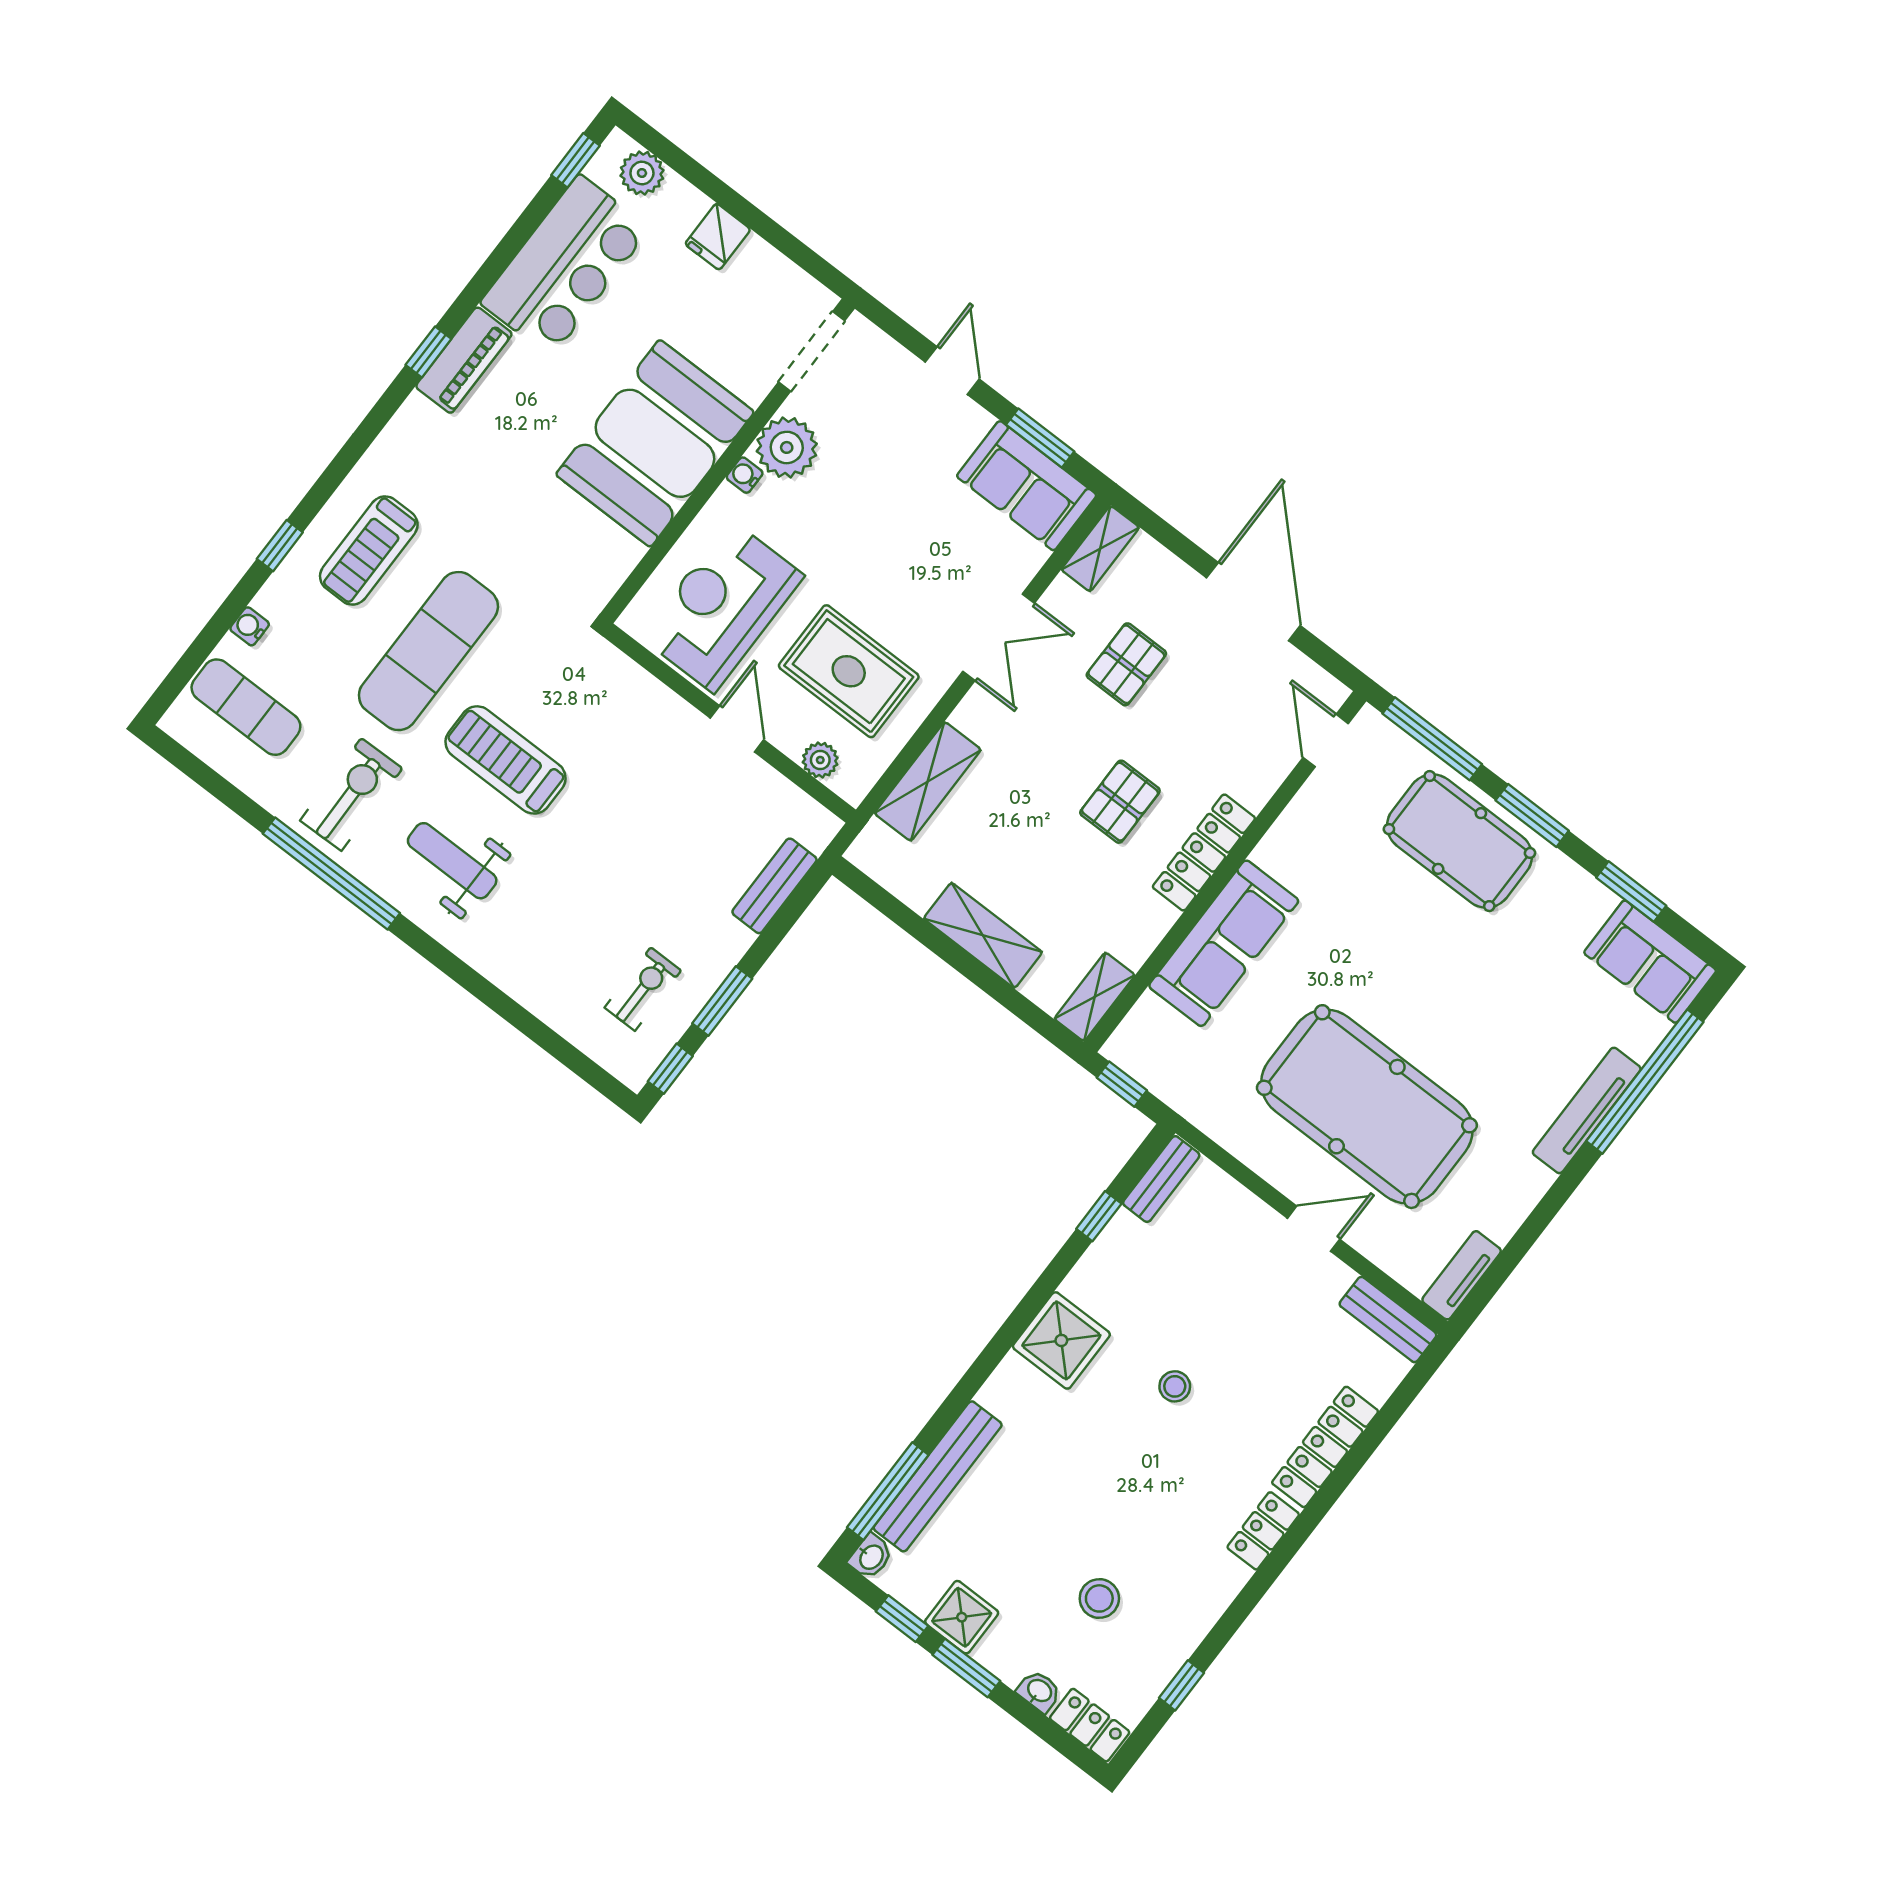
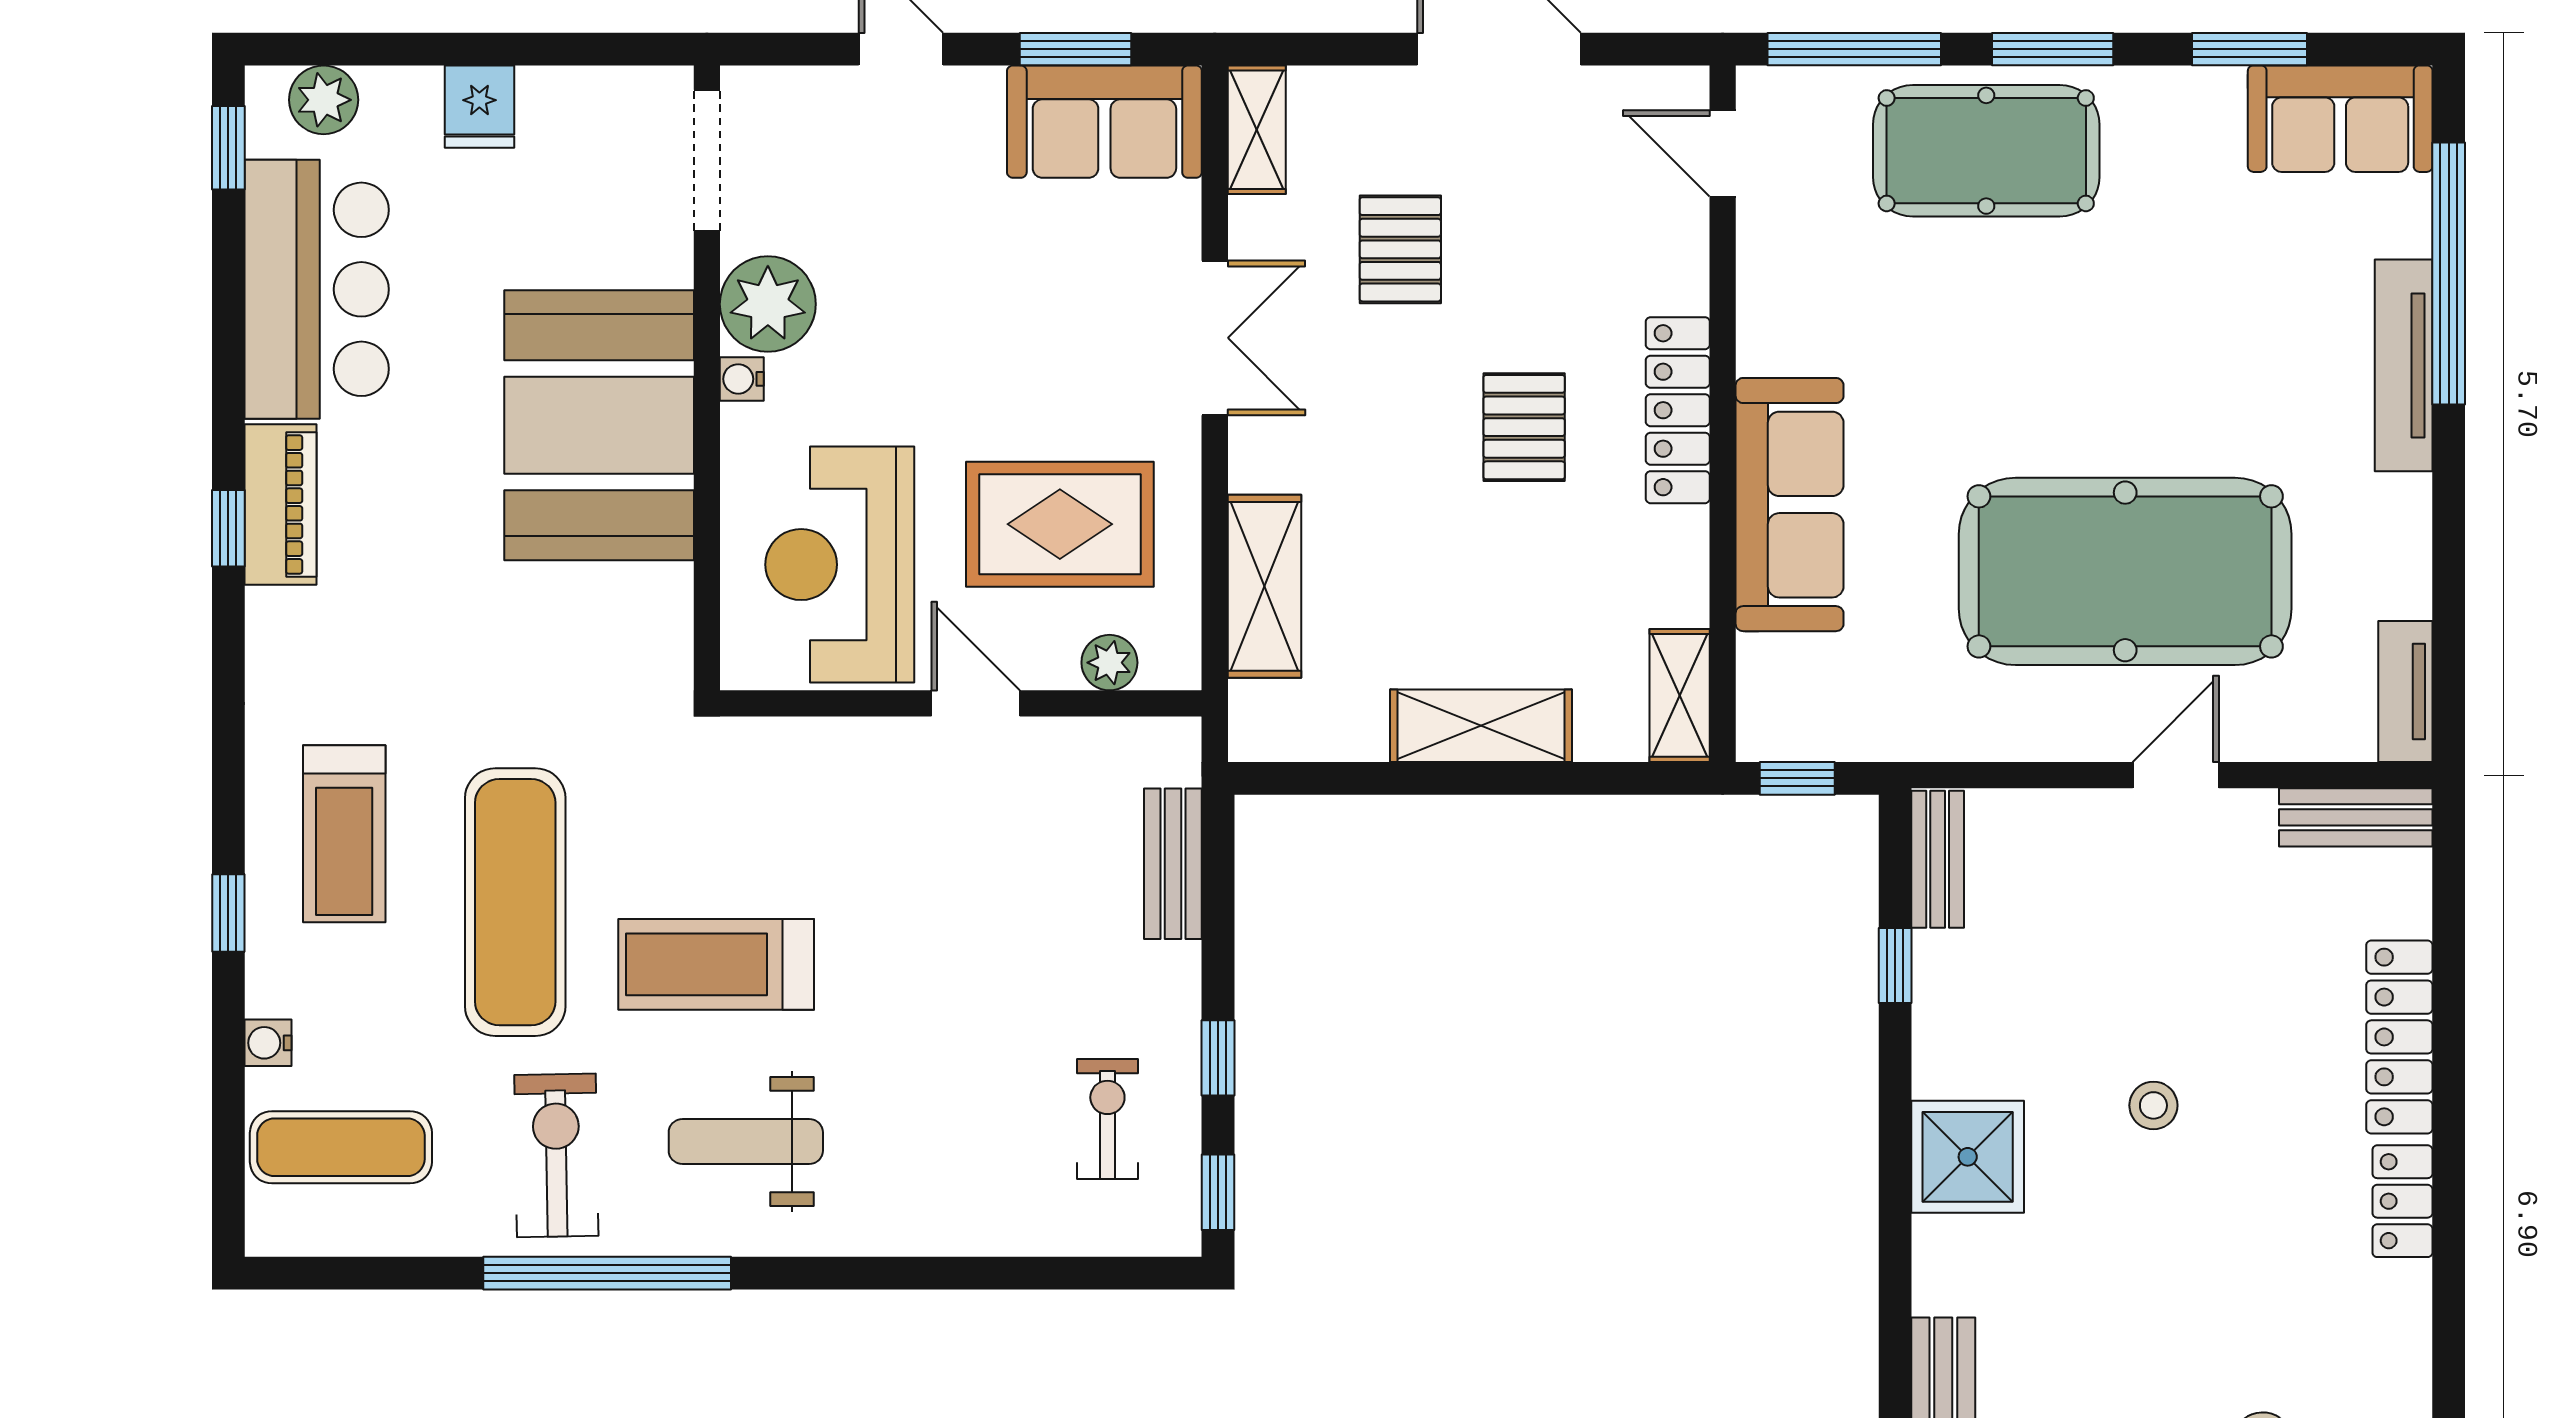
window: (722, 1001) -> (1218, 1058), width x0.67

